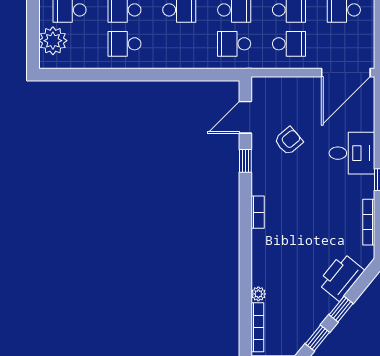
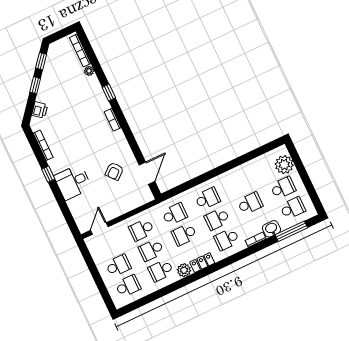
school desk: (124, 44) -> (207, 199), moved
door: (346, 73) -> (99, 229), width x0.53
window: (245, 161) -> (109, 93), moved
printer: (341, 277) -> (40, 110), width x0.53, depth x0.68

